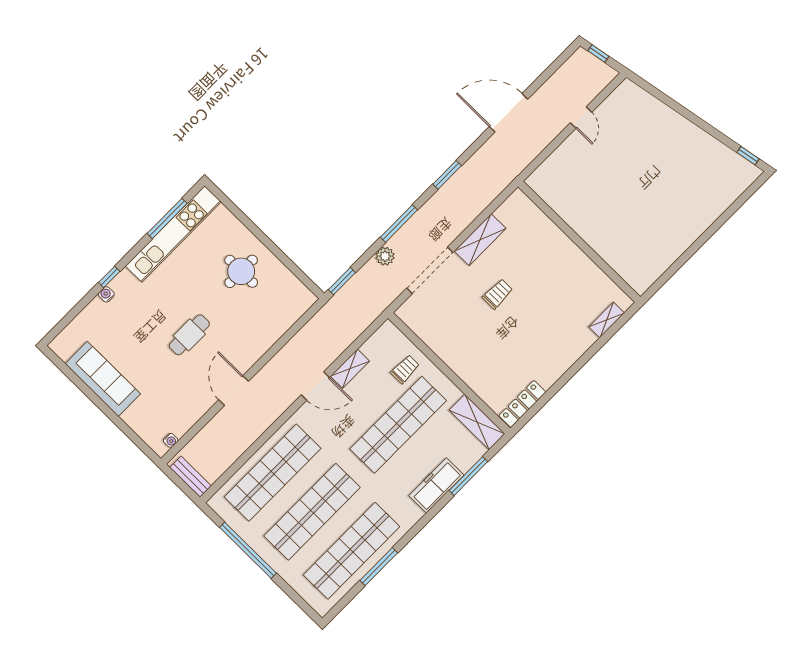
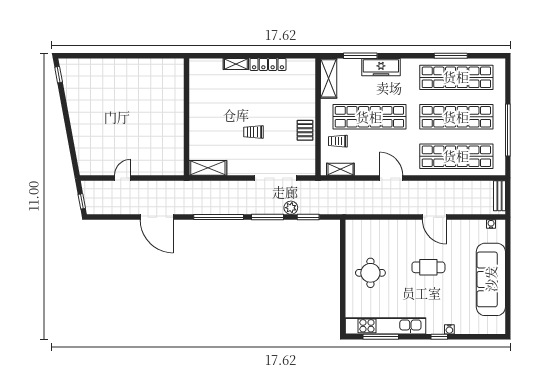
window: (447, 175) -> (219, 217), width x2.11
shelving: (480, 240) -> (208, 168), moved
window: (342, 281) -> (308, 217), moved
shelving: (607, 320) -> (236, 64), moved
pallet: (449, 347) -> (305, 130), added
shelving: (350, 369) -> (340, 169), moved
sofa: (103, 379) -> (491, 279), width x1.36, depth x1.27
door: (234, 391) -> (434, 217), hinge flipped
locker: (522, 404) -> (268, 64), moved

